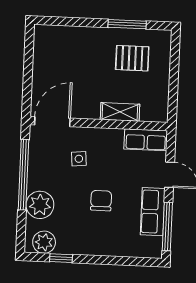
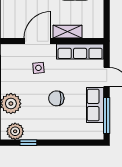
door: (52, 122) -> (38, 41), moved
row of seats: (146, 140) -> (80, 52), width x1.48
chair: (101, 201) -> (56, 98), turned -90

